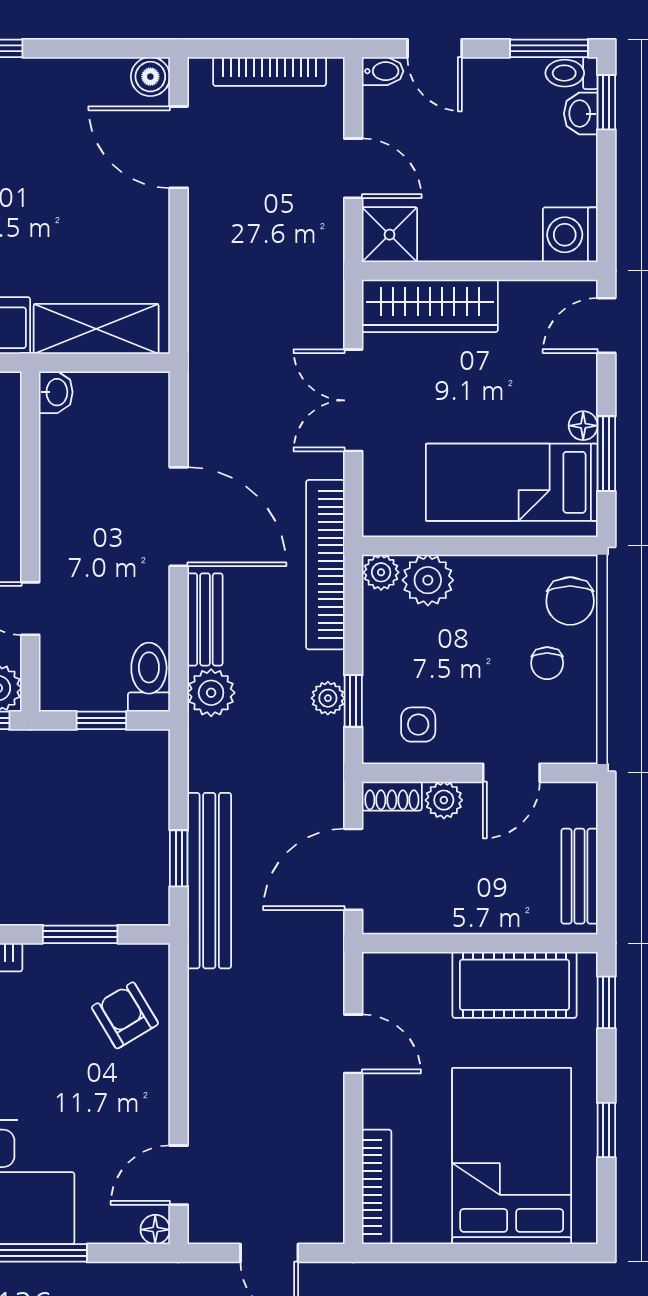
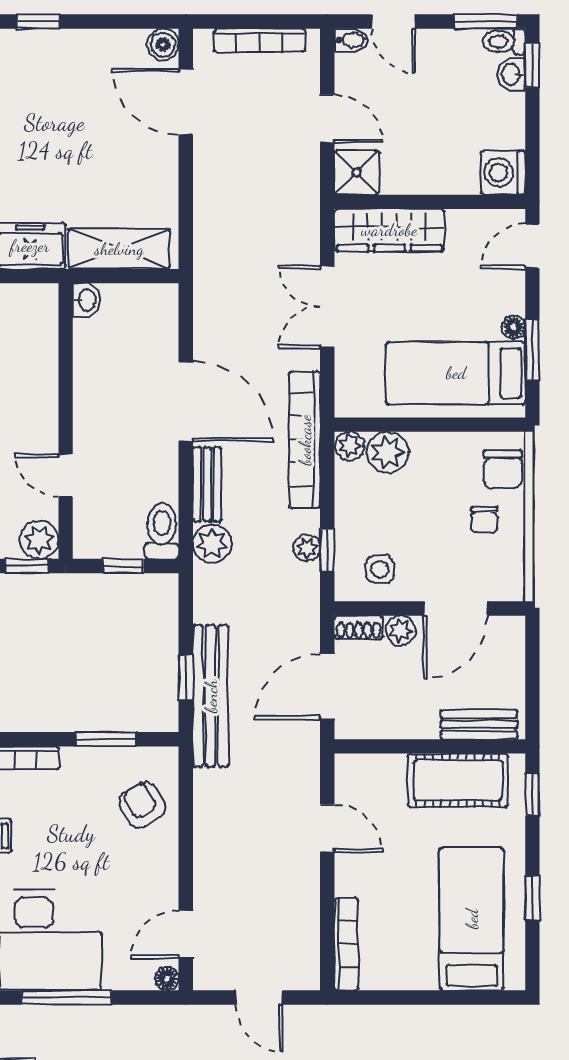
door: (511, 773) -> (455, 608), width x1.38
bench: (580, 876) -> (479, 725), moved, turned 90
bed: (512, 1156) -> (472, 919), width x0.67

